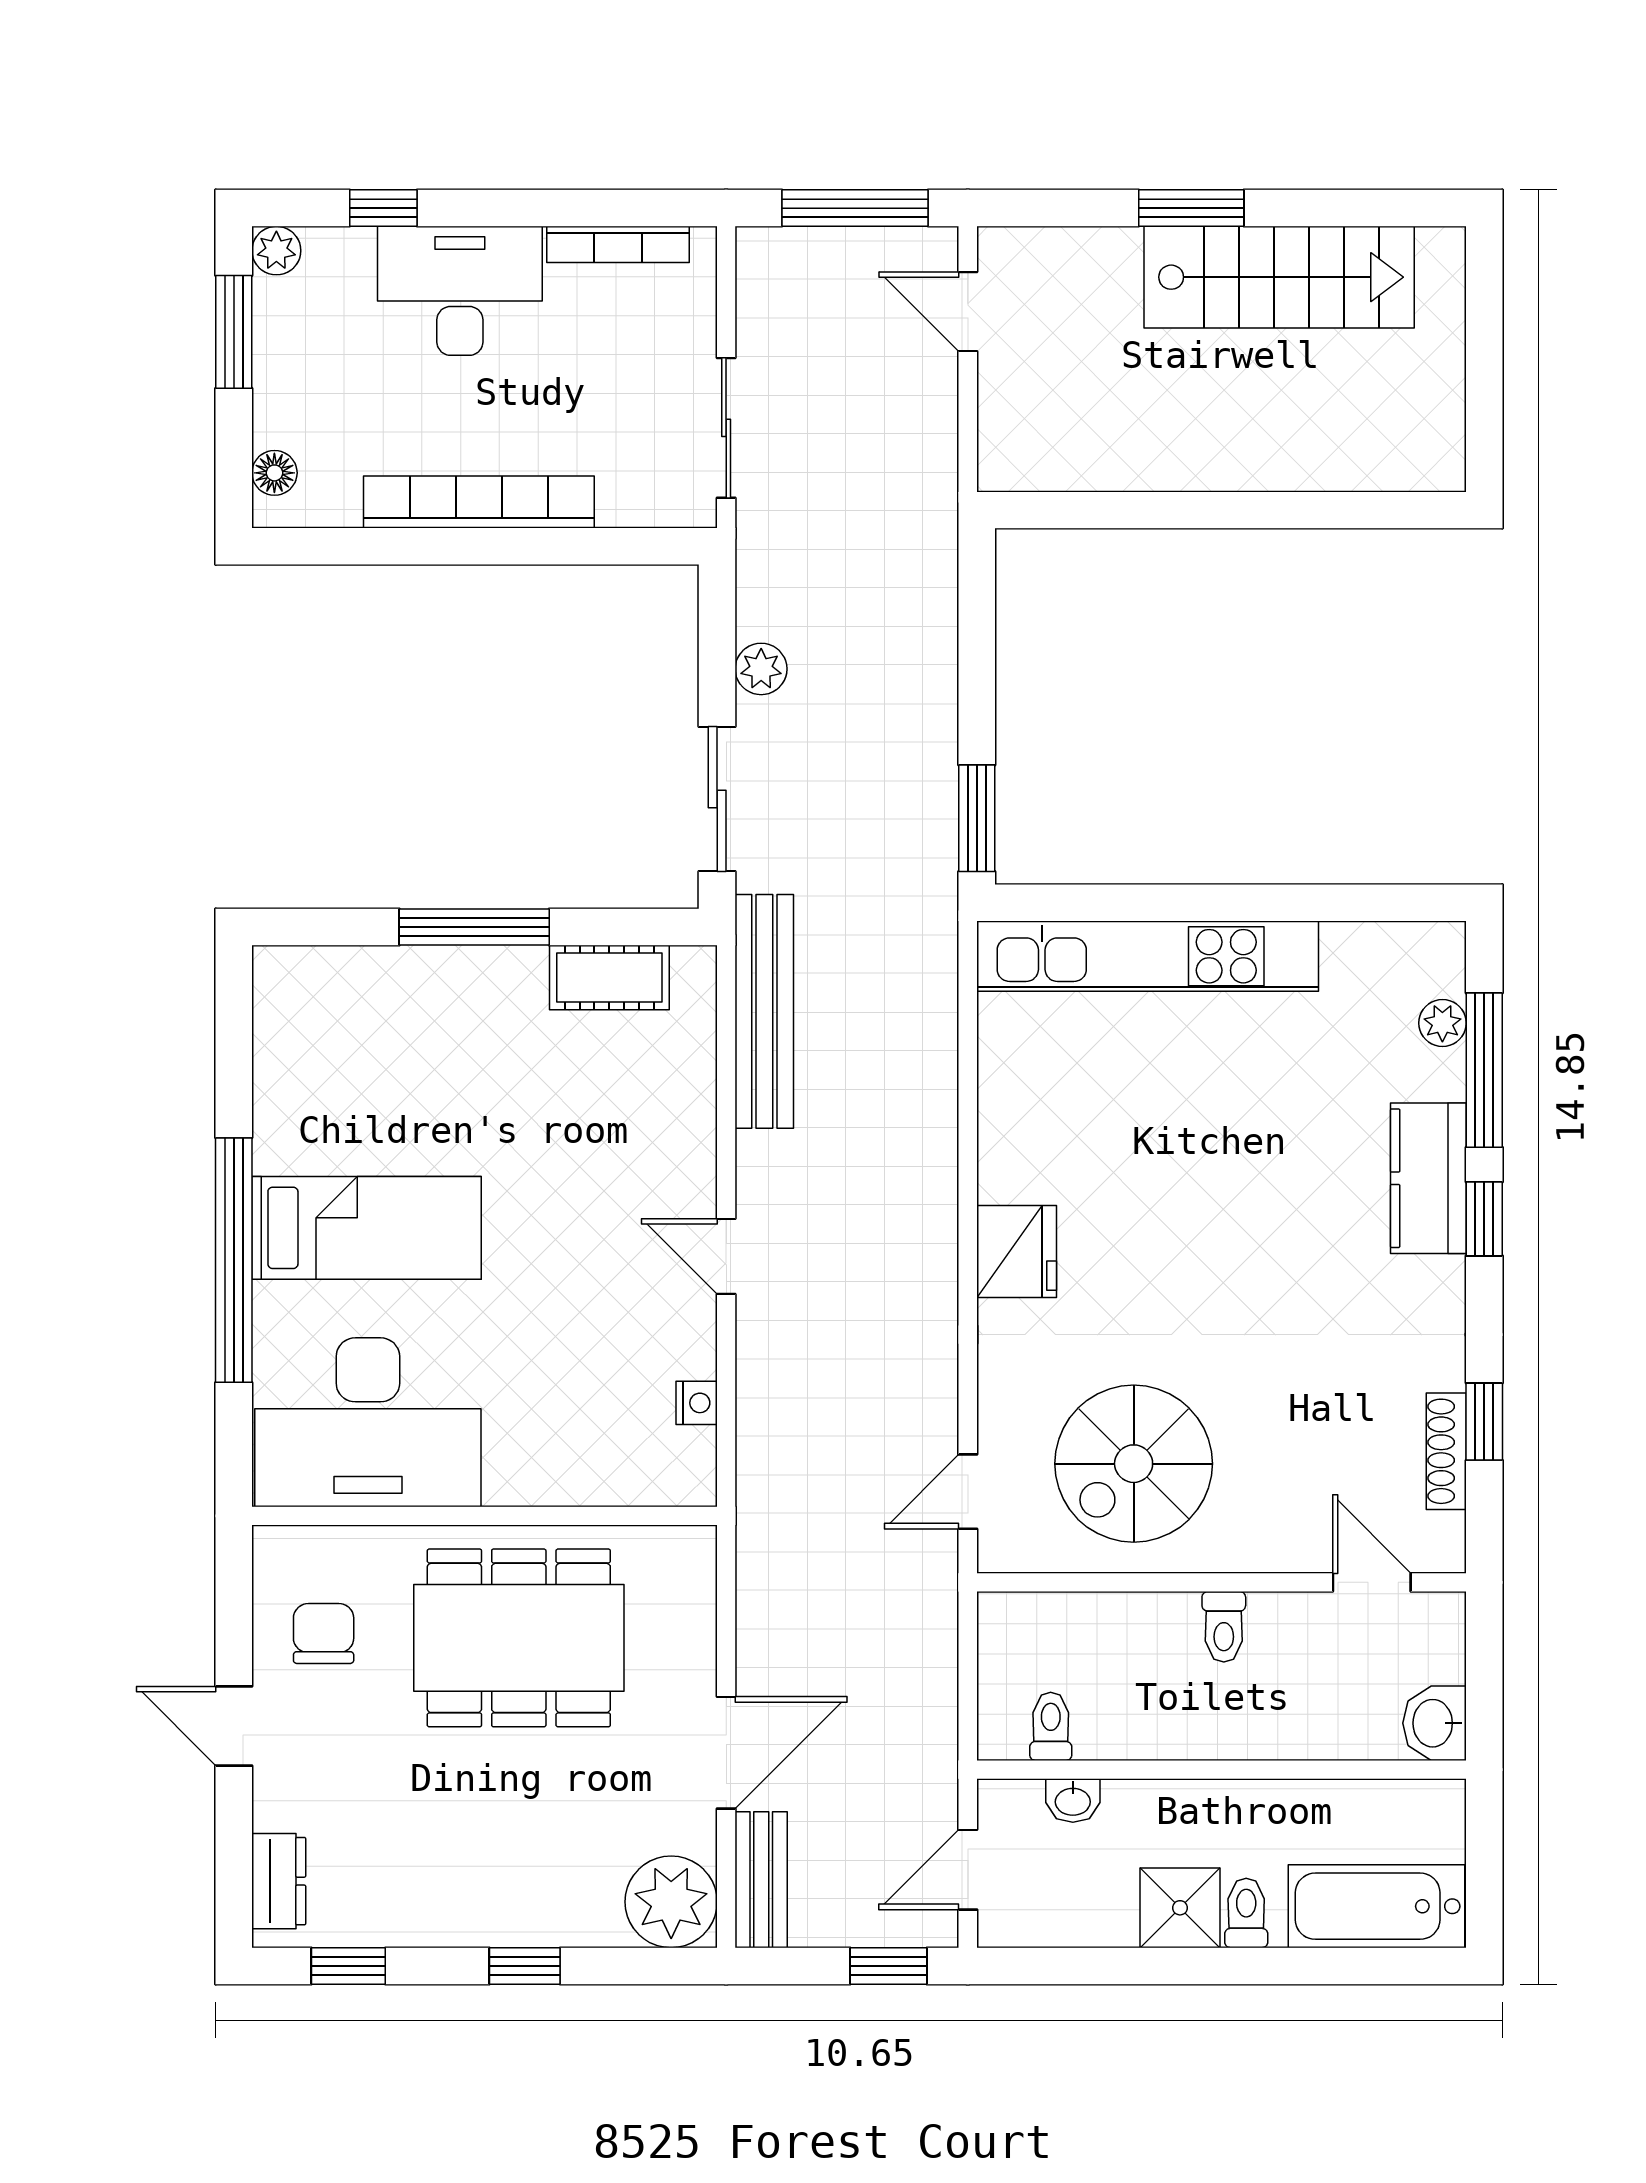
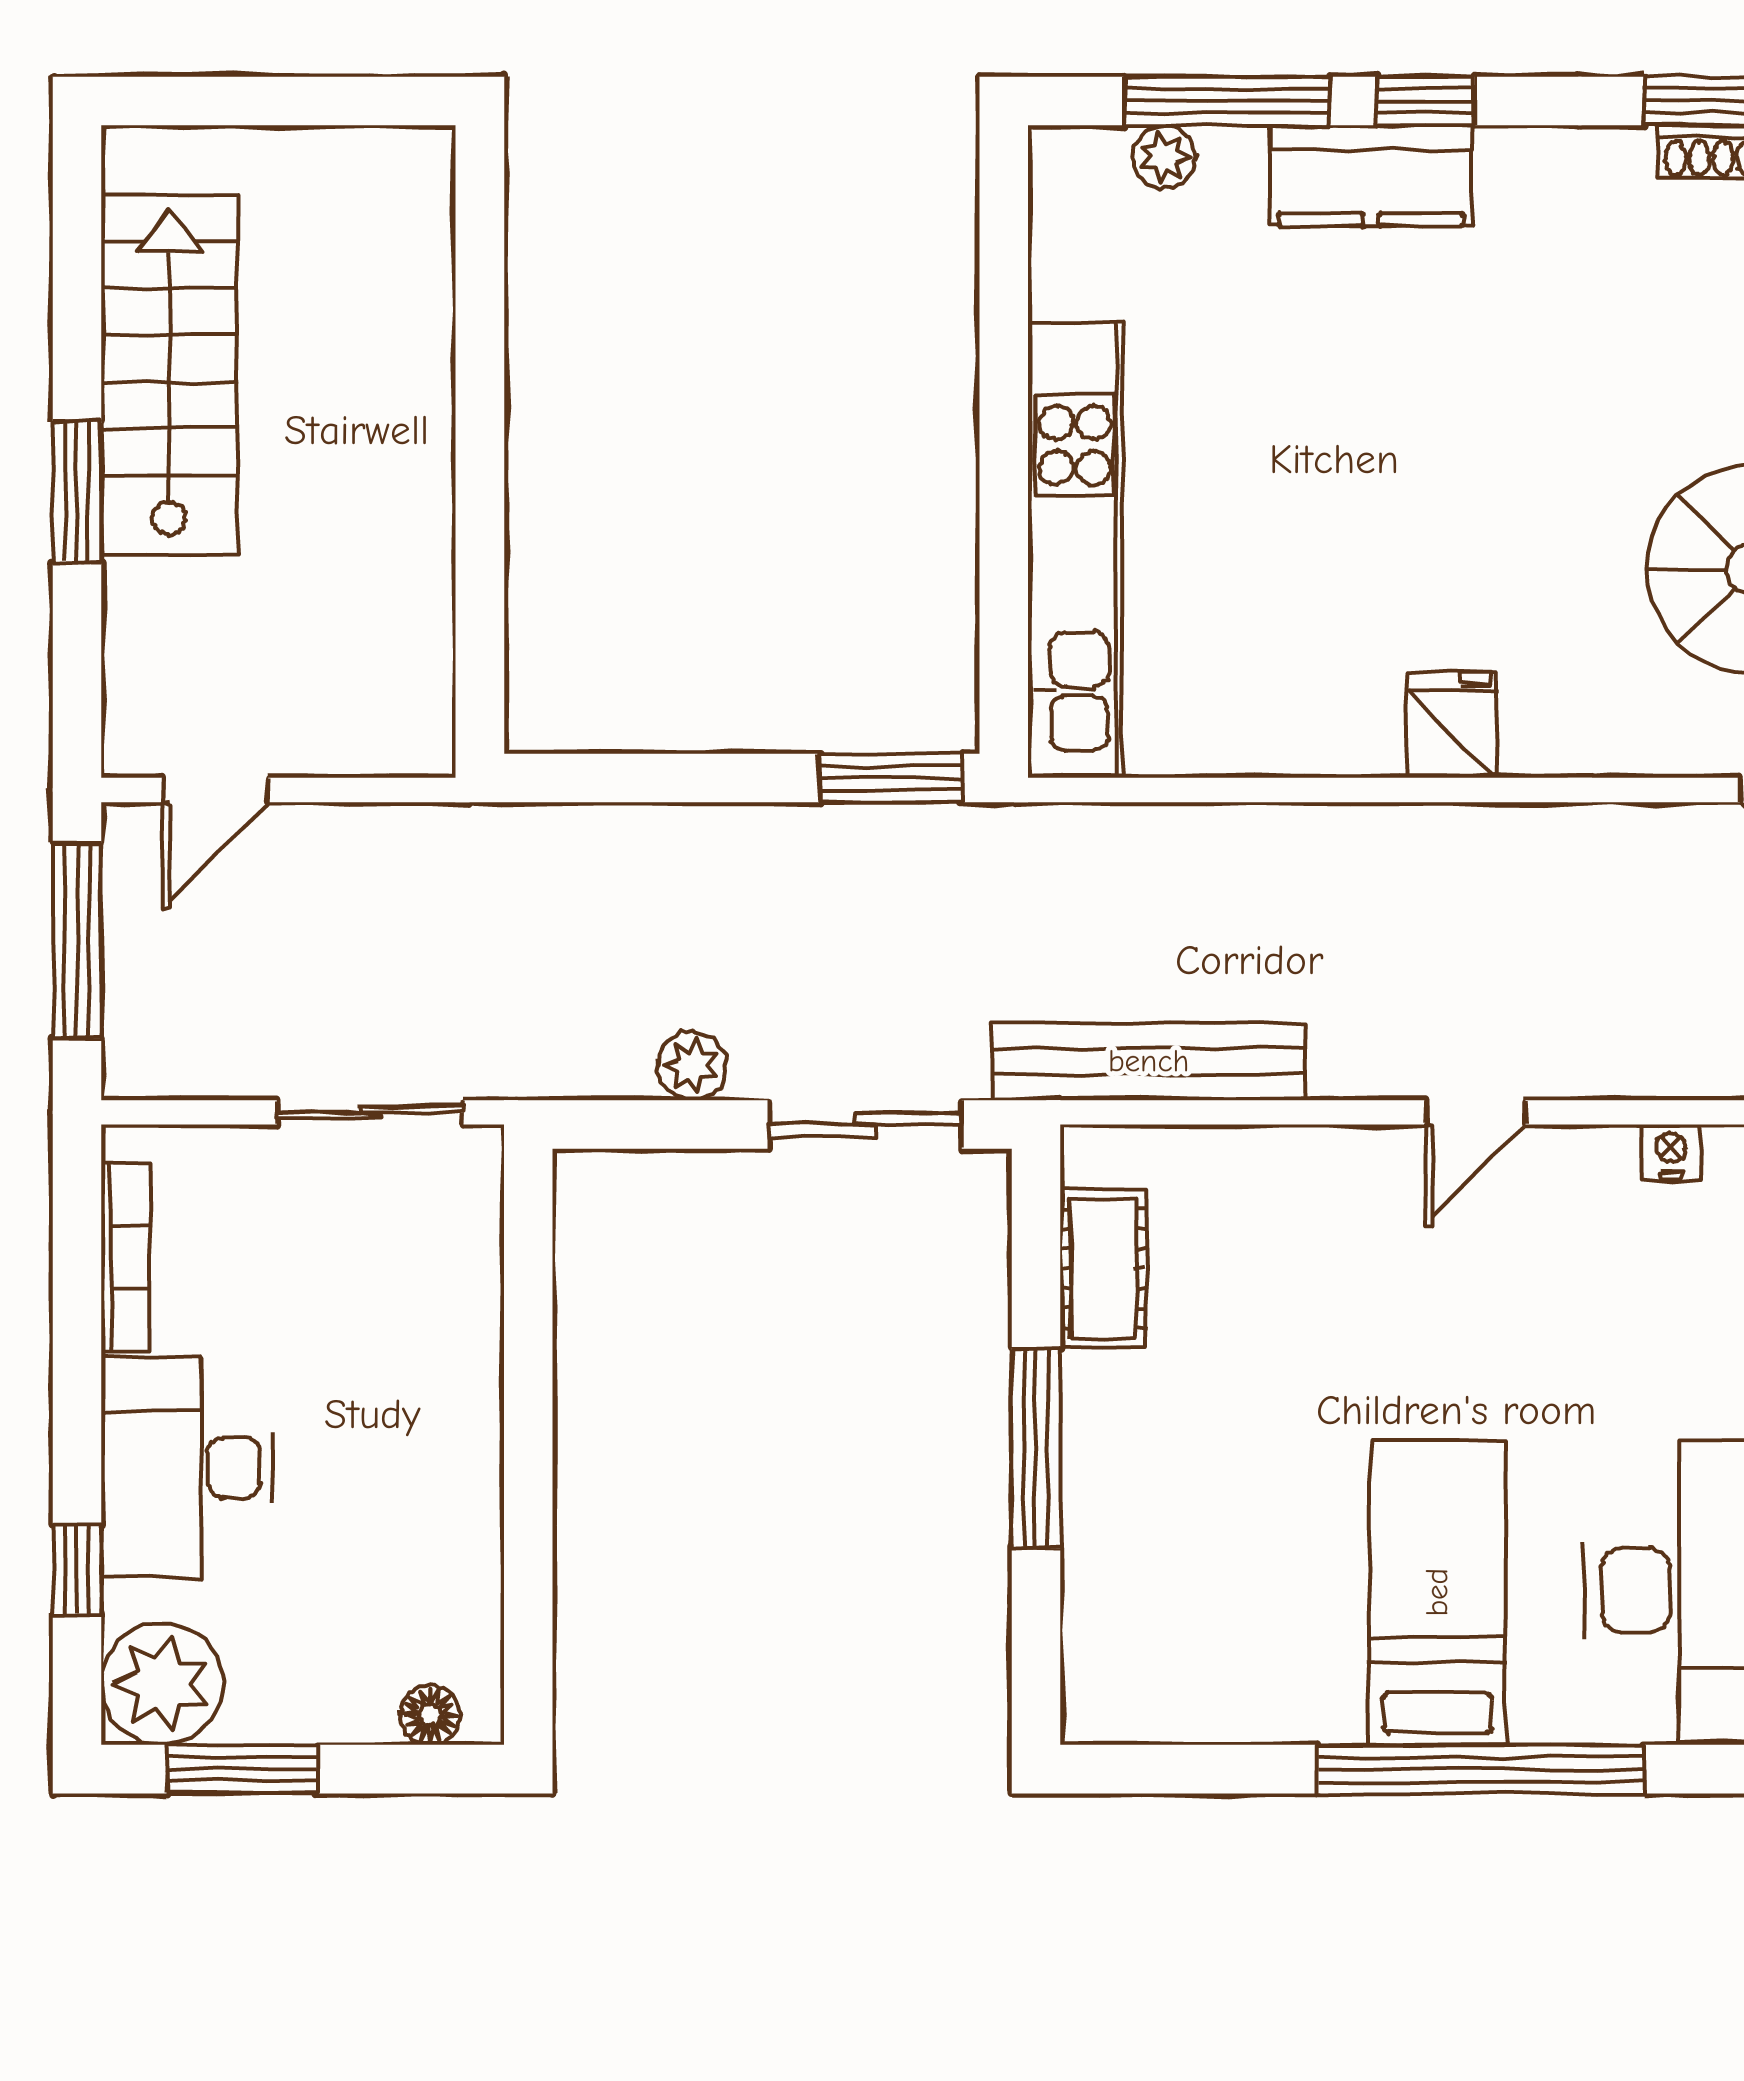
plant: (276, 251) -> (162, 1684), width x1.88, depth x1.88
bookcase: (479, 502) -> (469, 1442), removed
fridge: (1017, 1252) -> (1452, 725), width x0.72

